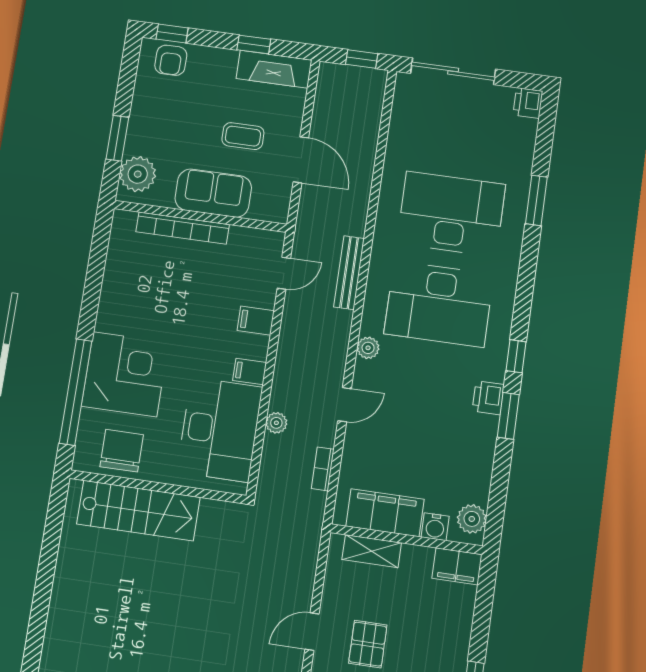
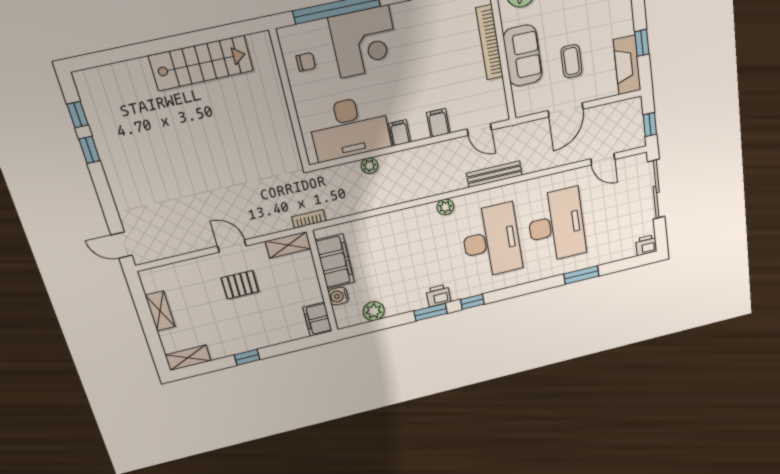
desk: (439, 304) -> (491, 241), turned 180
door: (345, 405) -> (603, 159), moved
chair: (122, 451) -> (306, 62), width x0.54, depth x0.54
bookcase: (323, 469) -> (309, 219), moved
stairs: (138, 511) -> (201, 63), moved, turned -90
plant: (472, 519) -> (374, 311), moved
shelving: (372, 551) -> (288, 245), moved, turned 90

